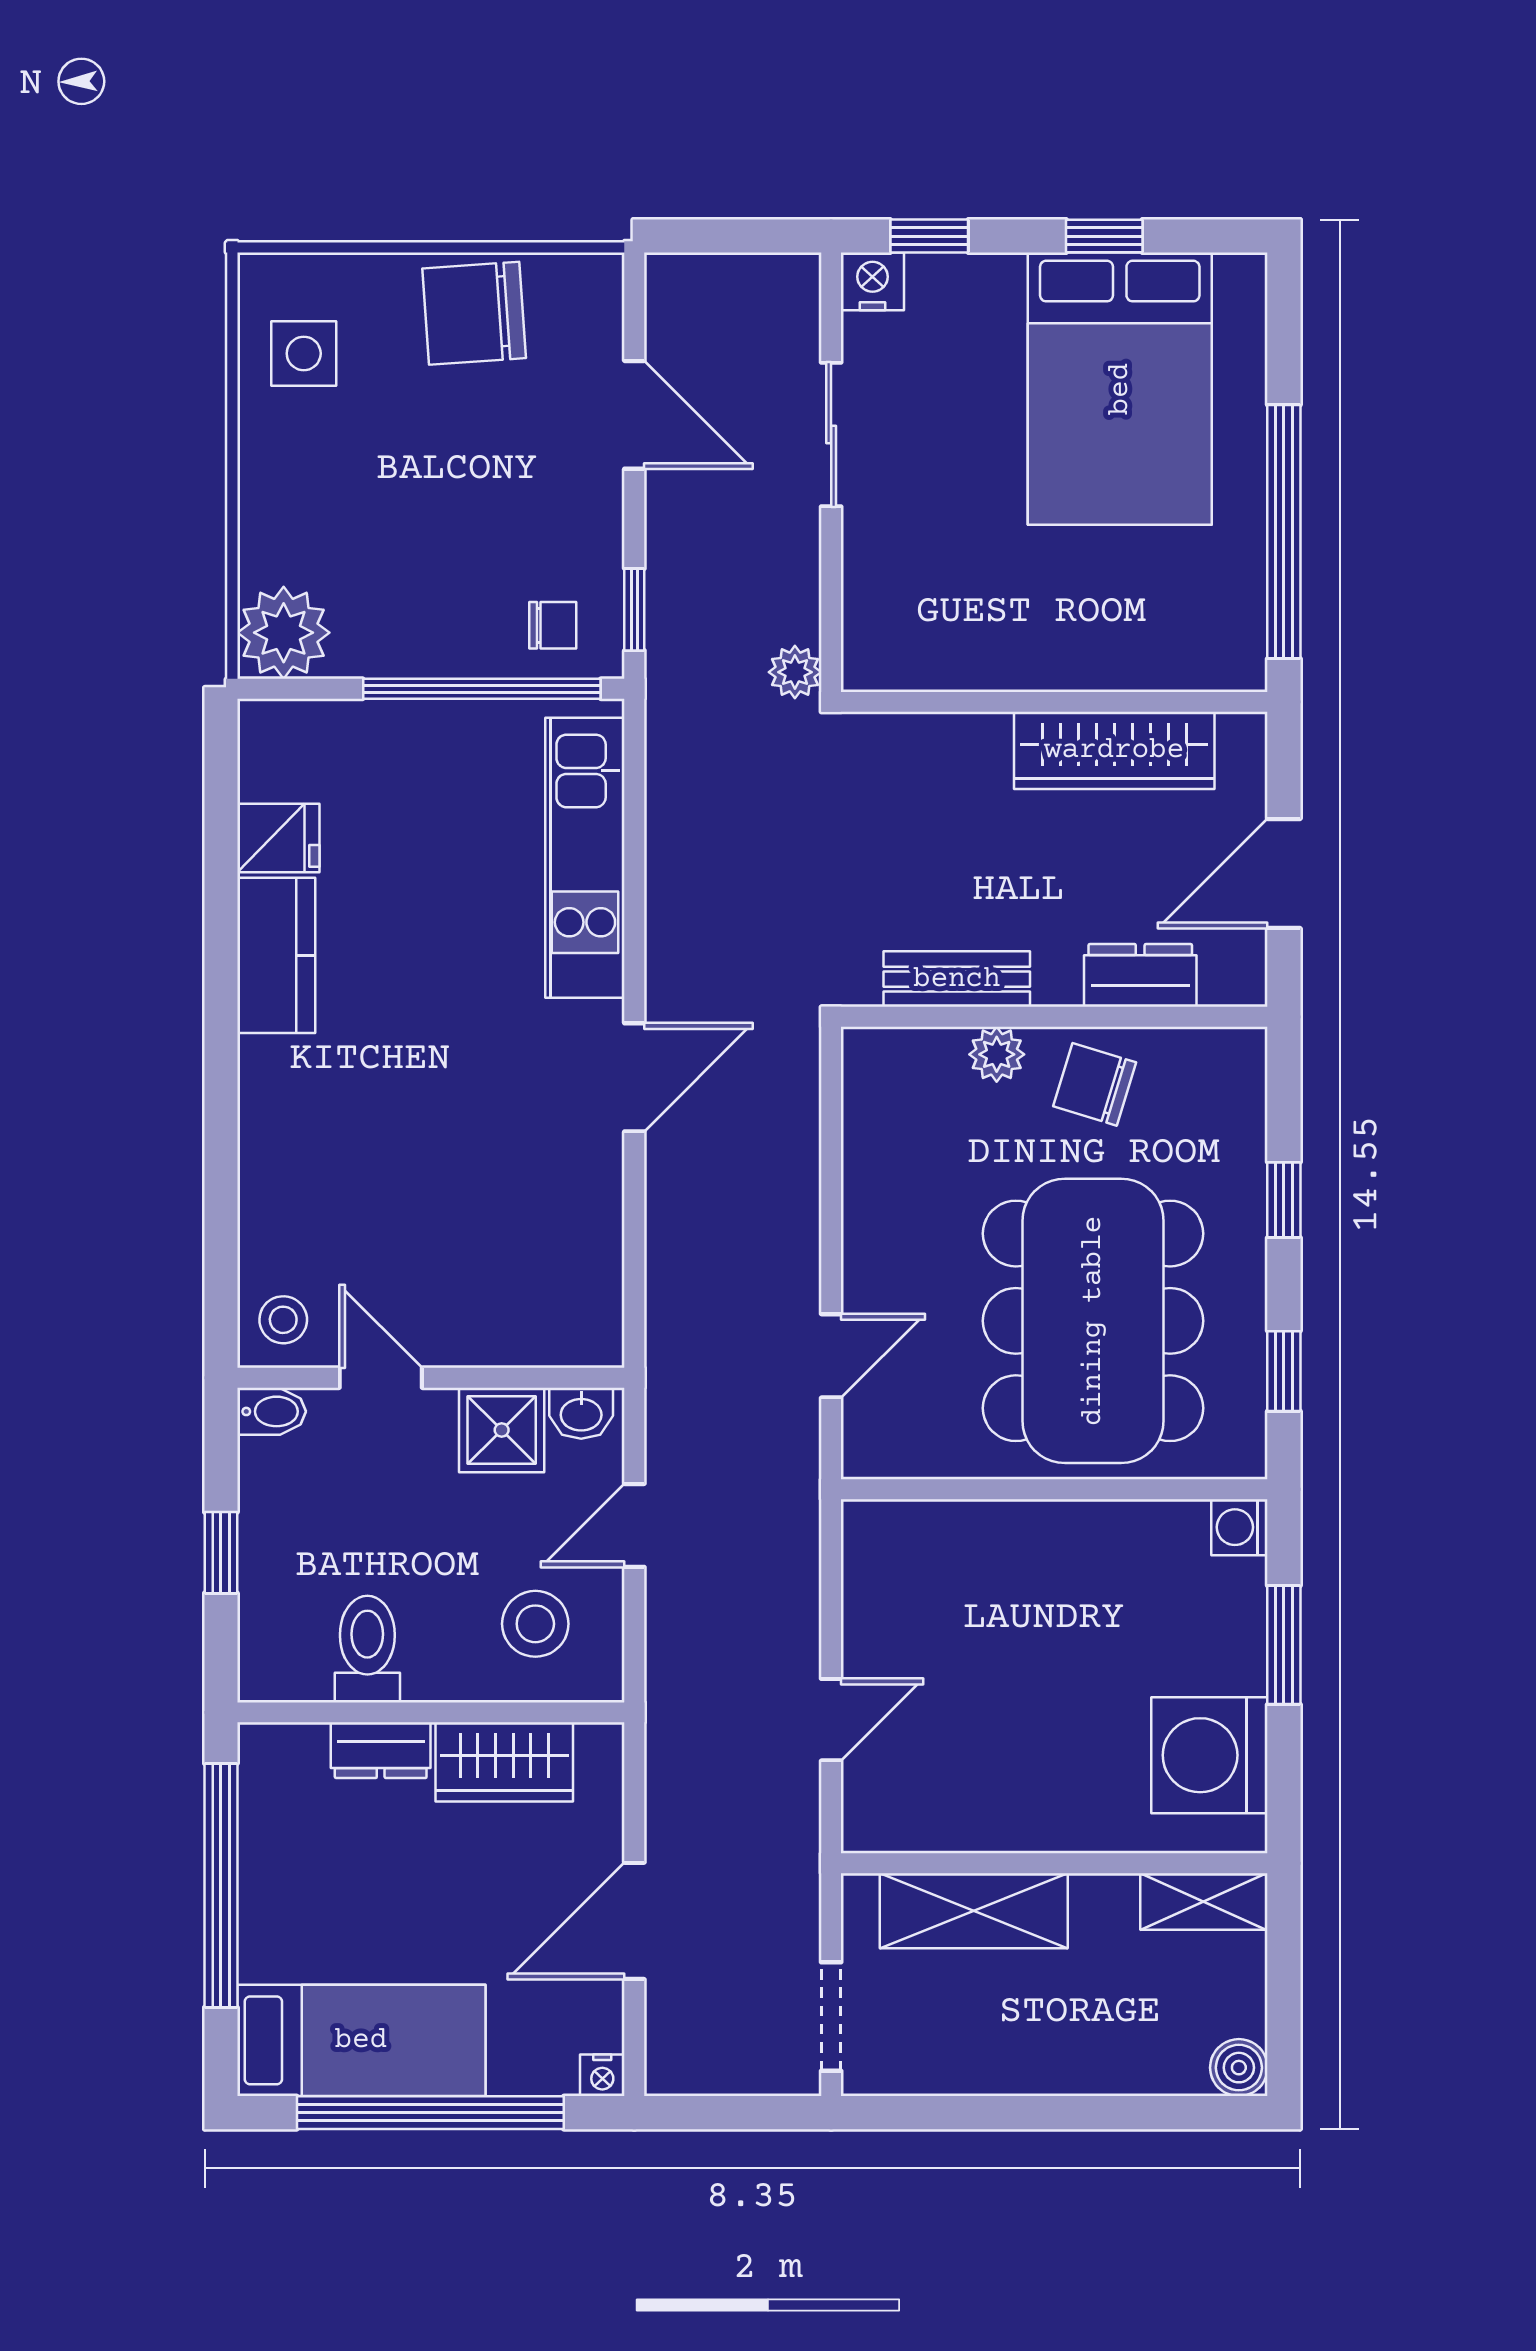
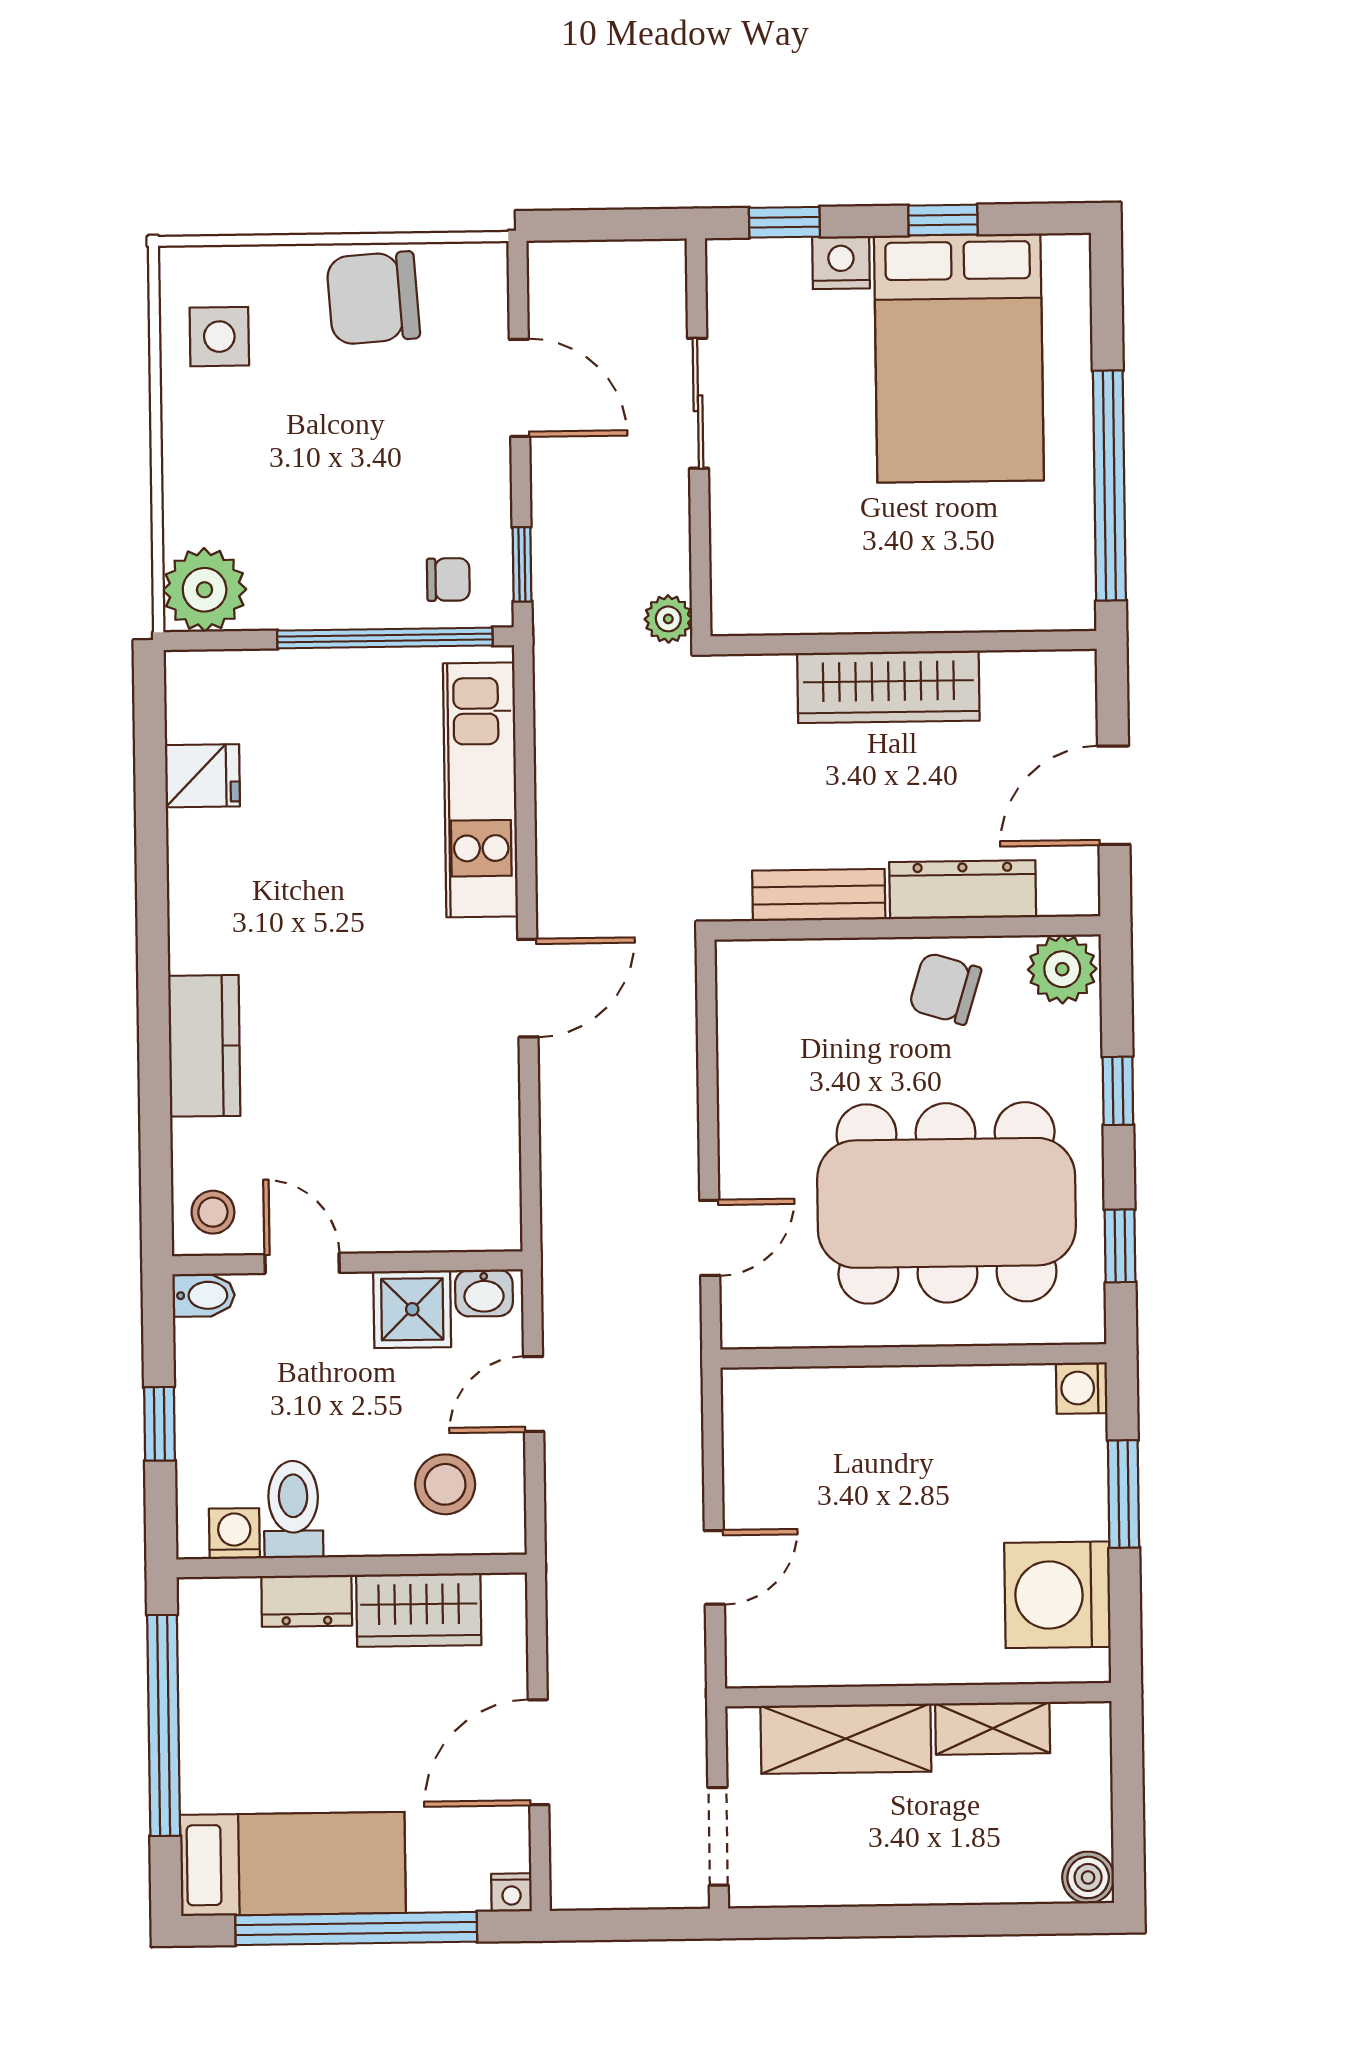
nightstand: (872, 281) -> (841, 263), moved
wardrobe: (1114, 750) -> (888, 687), moved
kitchen counter: (276, 955) -> (204, 1046), moved
dresser: (1140, 975) -> (963, 890), width x1.44
plant: (997, 1054) -> (1062, 969), moved, width x1.38, depth x1.38
dining table: (1093, 1321) -> (946, 1203), turned 90
washing machine: (302, 1675) -> (234, 1533), added
shelving: (1203, 1901) -> (993, 1728), moved

